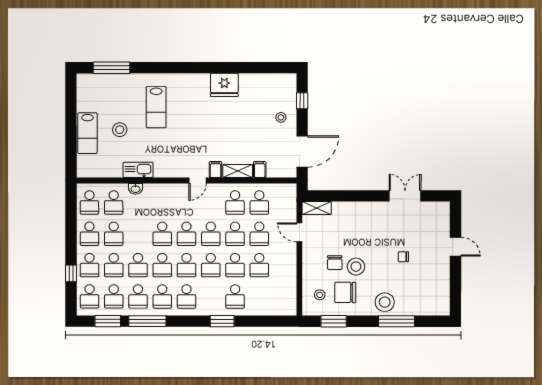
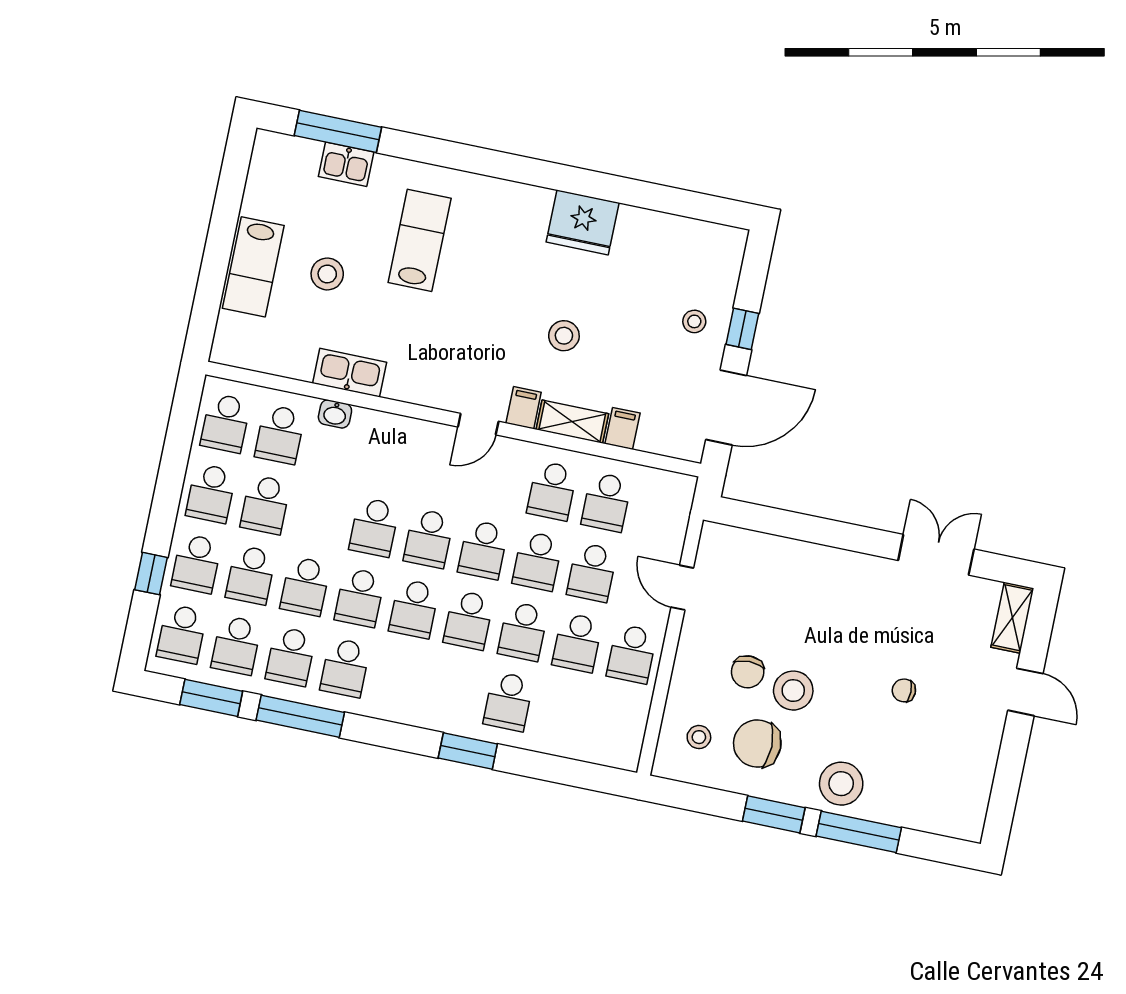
kitchen sink: (118, 81) -> (346, 164), added
window: (302, 101) -> (742, 329), moved
lab bench: (156, 107) -> (420, 240), turned 180
stool: (226, 135) -> (564, 336), added
shelving: (317, 208) -> (1012, 618), moved, turned 90
school desk: (187, 296) -> (632, 654), moved
window: (334, 321) -> (774, 814), moved

